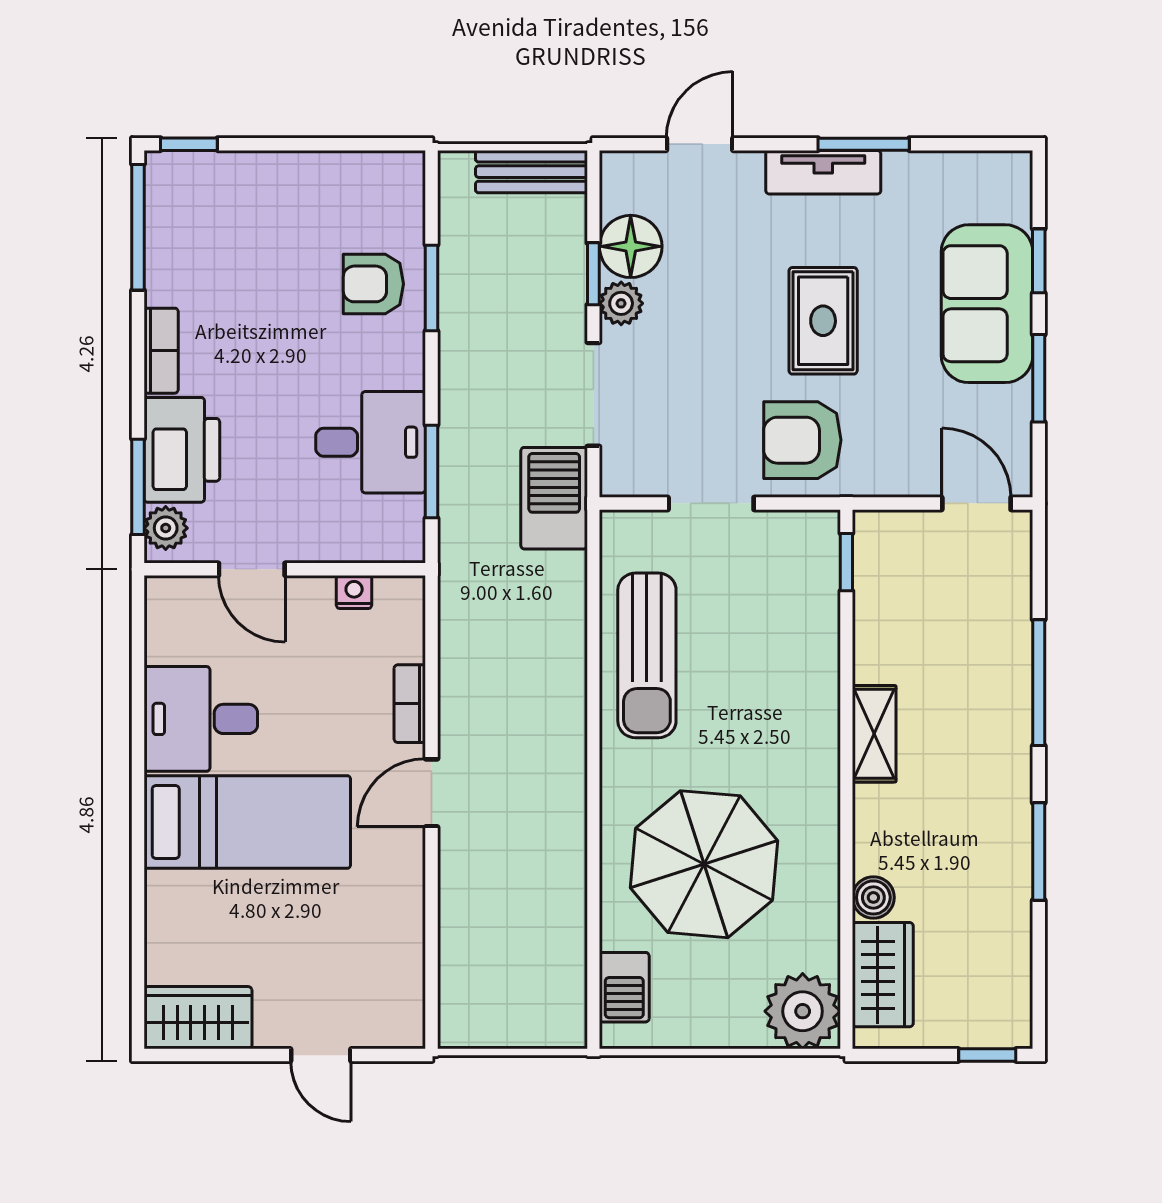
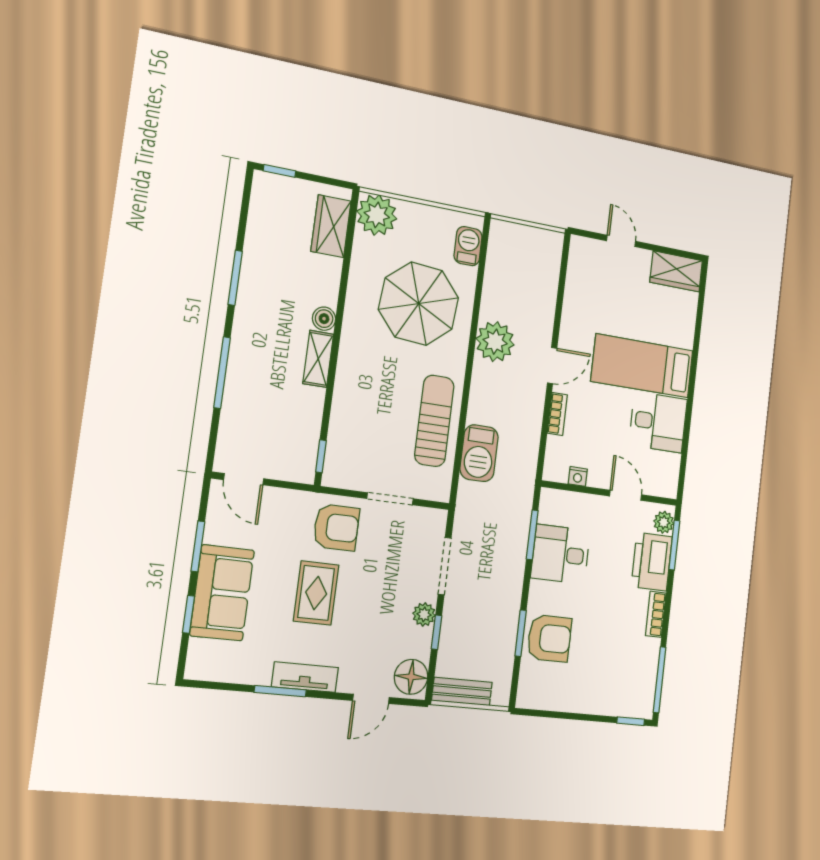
floor lamp: (631, 246) -> (411, 677), moved
armchair: (373, 284) -> (549, 638), width x1.38, depth x1.38
barbecue: (554, 498) -> (479, 453), moved
plant: (549, 819) -> (495, 342), added
boiler: (873, 897) -> (324, 319), moved

